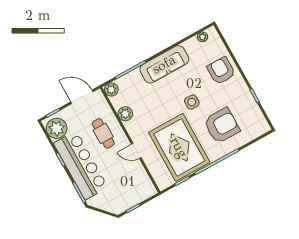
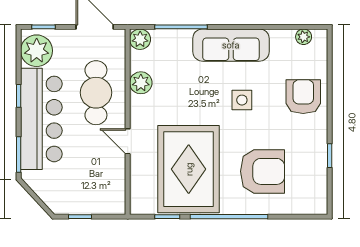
side table: (192, 102) -> (242, 100), moved
cafe table: (103, 133) -> (96, 93), width x1.37, depth x1.35

